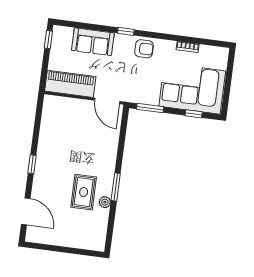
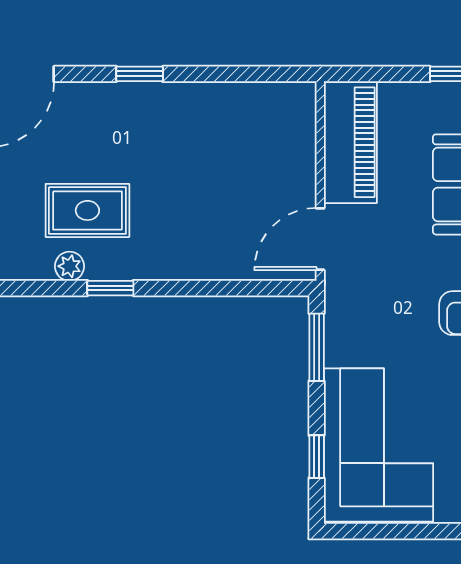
window: (116, 187) -> (110, 288), width x0.67

